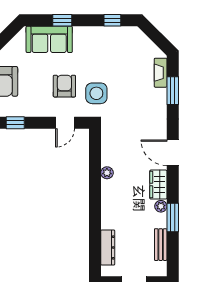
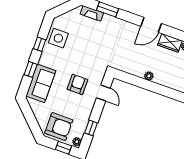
window: (112, 20) -> (40, 44), moved
armchair: (64, 86) -> (77, 84), turned 90
side table: (96, 93) -> (58, 38), moved

